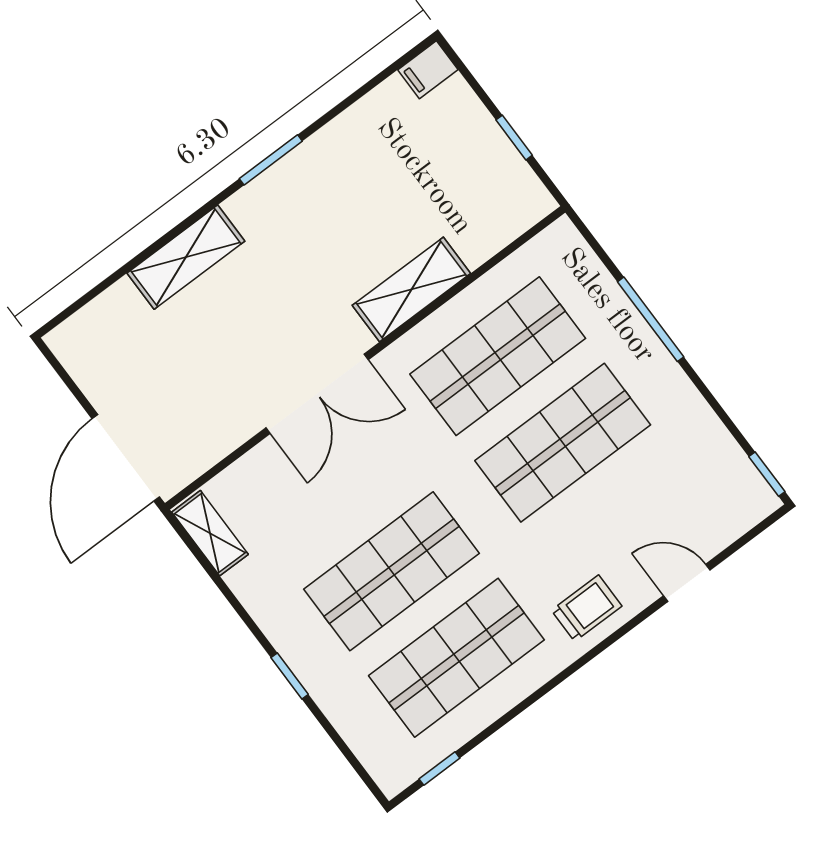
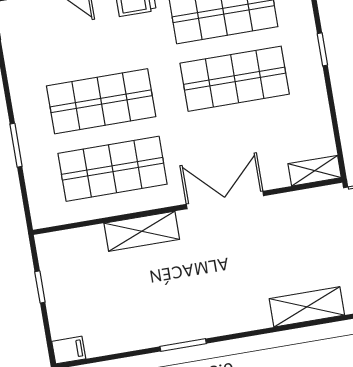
shelving: (186, 257) -> (307, 307), moved
window: (651, 319) -> (16, 145), width x0.69
shelving: (210, 533) -> (315, 171), moved, turned 90

